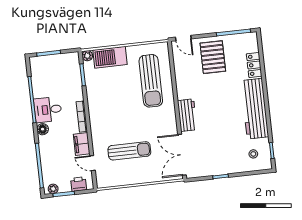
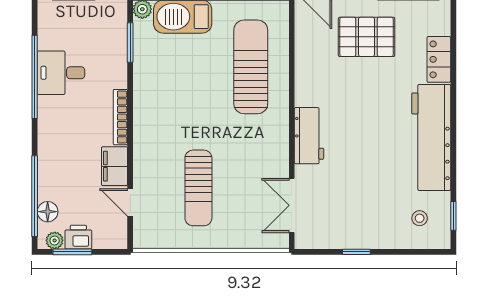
pallet: (213, 57) -> (367, 37), turned 90
sun lounger: (151, 81) -> (251, 67), turned 180
desk: (48, 110) -> (61, 73), moved
floor lamp: (43, 129) -> (48, 212), moved
sun lounger: (129, 151) -> (198, 188), turned 90
double door: (182, 155) -> (292, 205), width x0.73
printer: (79, 184) -> (78, 237), moved

